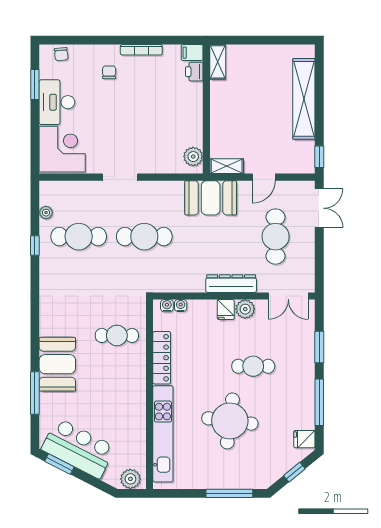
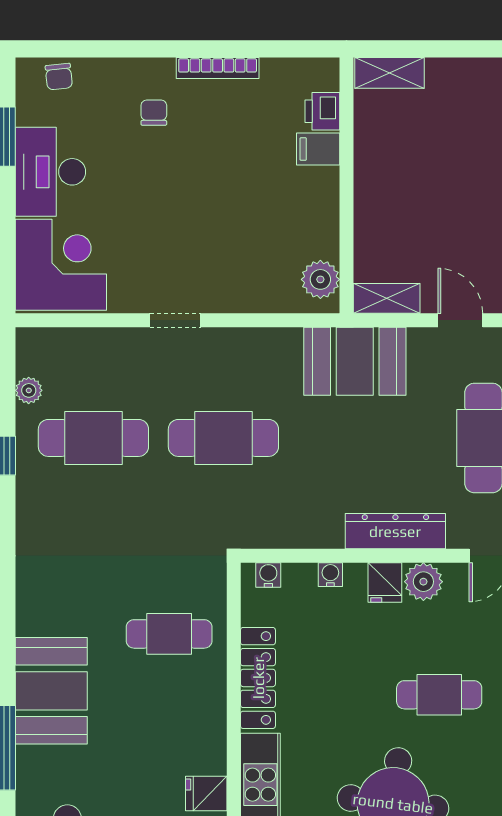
filing cabinet: (192, 53) -> (318, 149), moved
shelving: (218, 62) -> (389, 73), moved, turned 90
doorway: (120, 177) -> (175, 320), width x0.73
door: (264, 177) -> (460, 320), swing flipped
water cooler: (181, 306) -> (330, 575), moved
fridge: (136, 416) -> (206, 794), added

